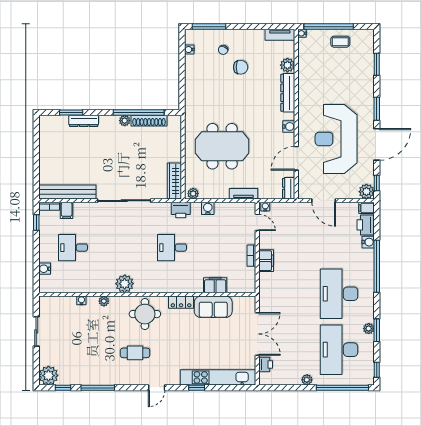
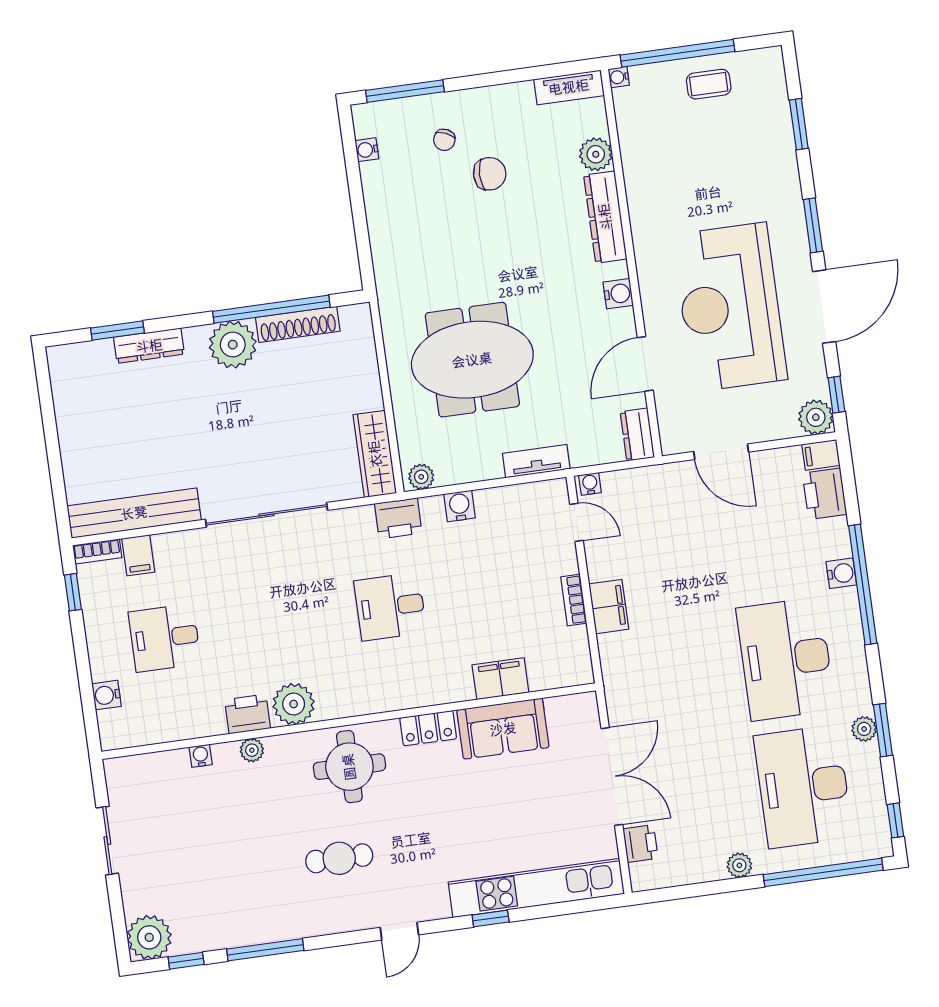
plant: (125, 121) -> (233, 345), width x1.88, depth x1.88
water cooler: (368, 242) -> (841, 573), moved
printer: (104, 285) -> (247, 714), added

